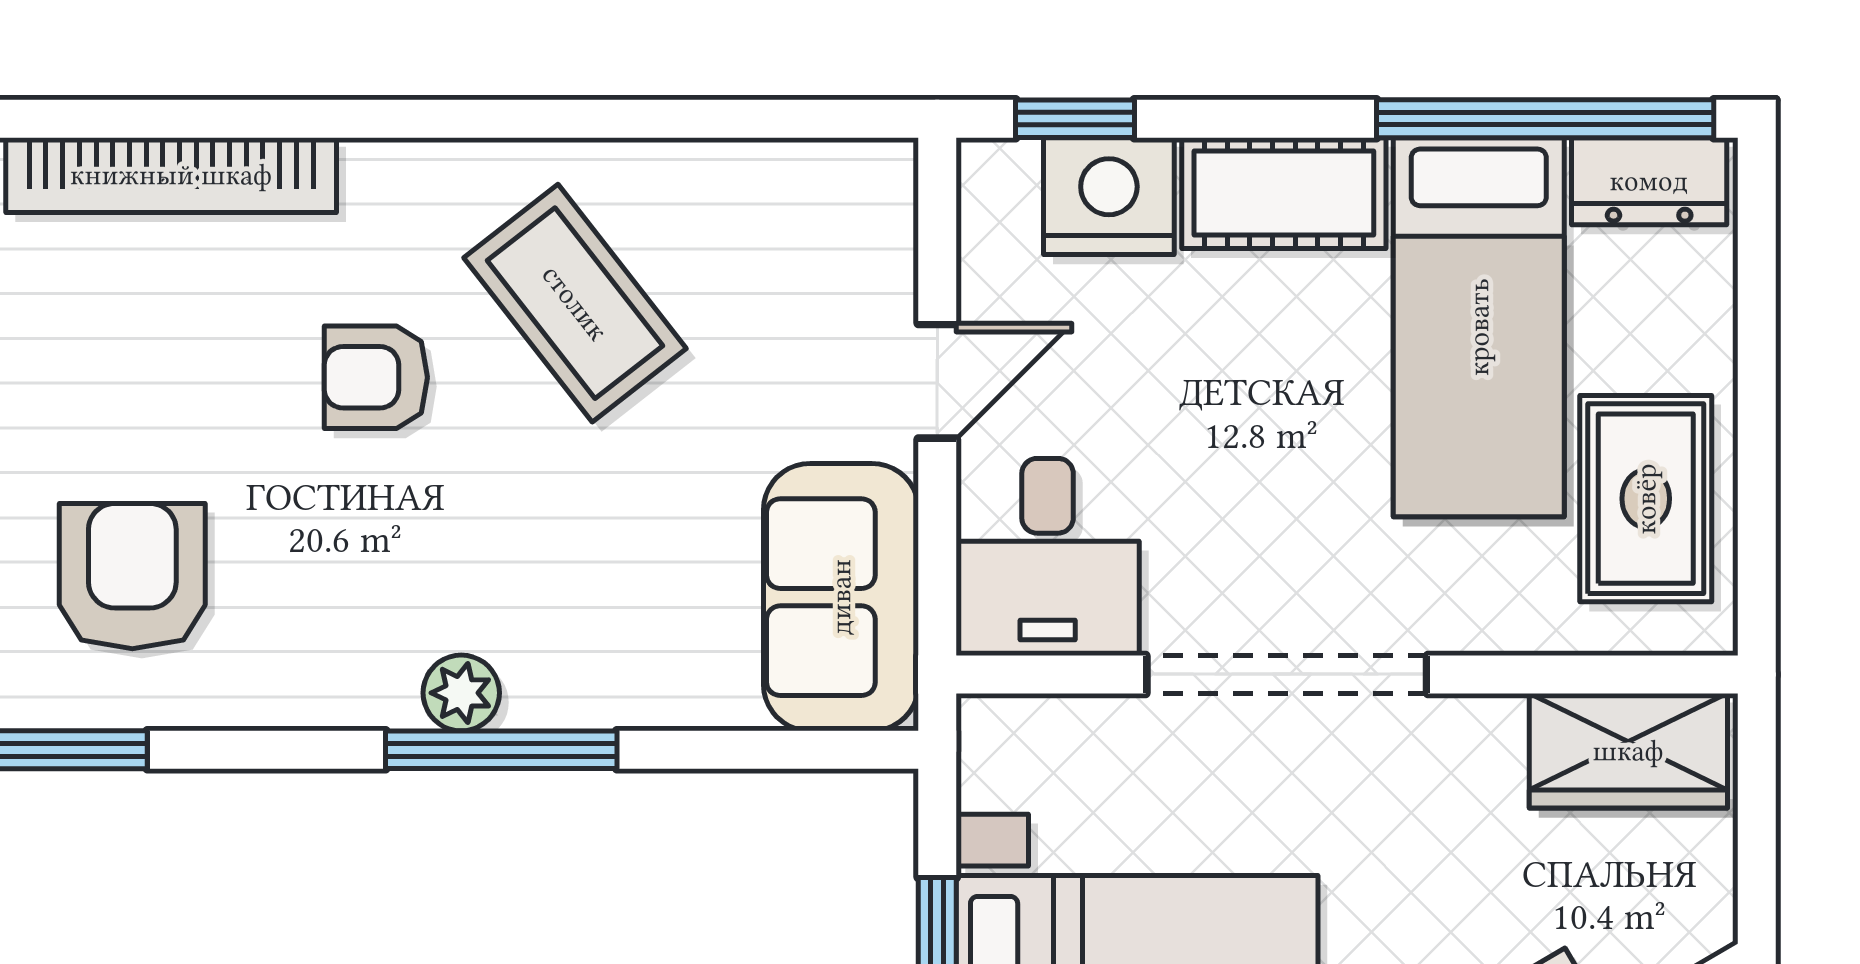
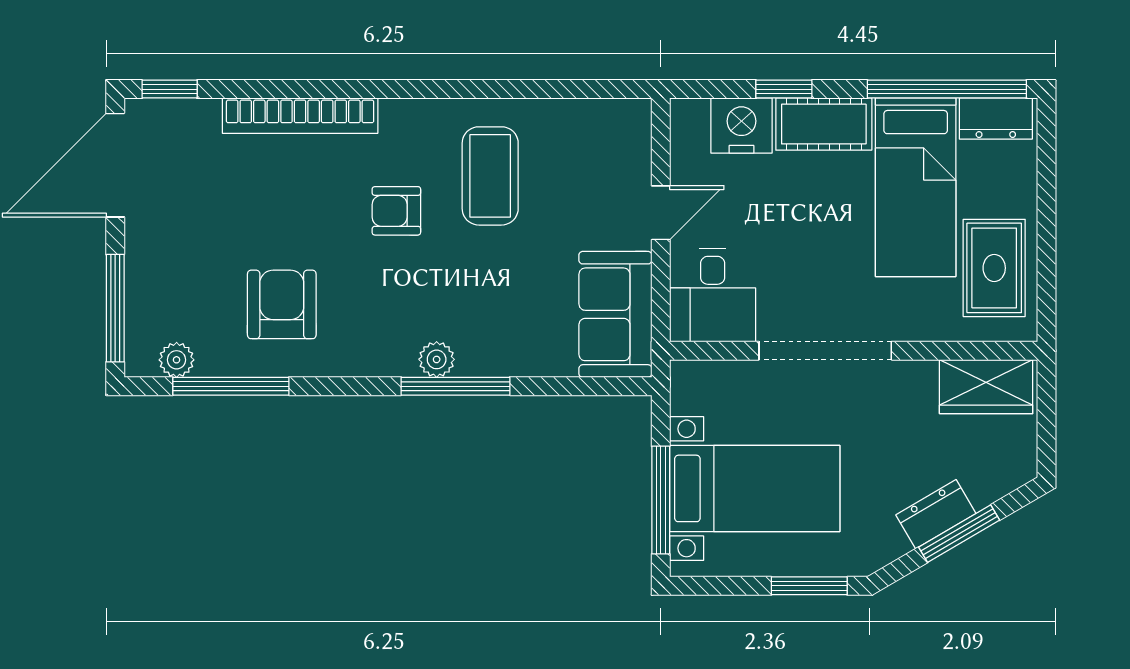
window: (1075, 119) -> (784, 89), moved
coffee table: (575, 303) -> (490, 176), turned 38

